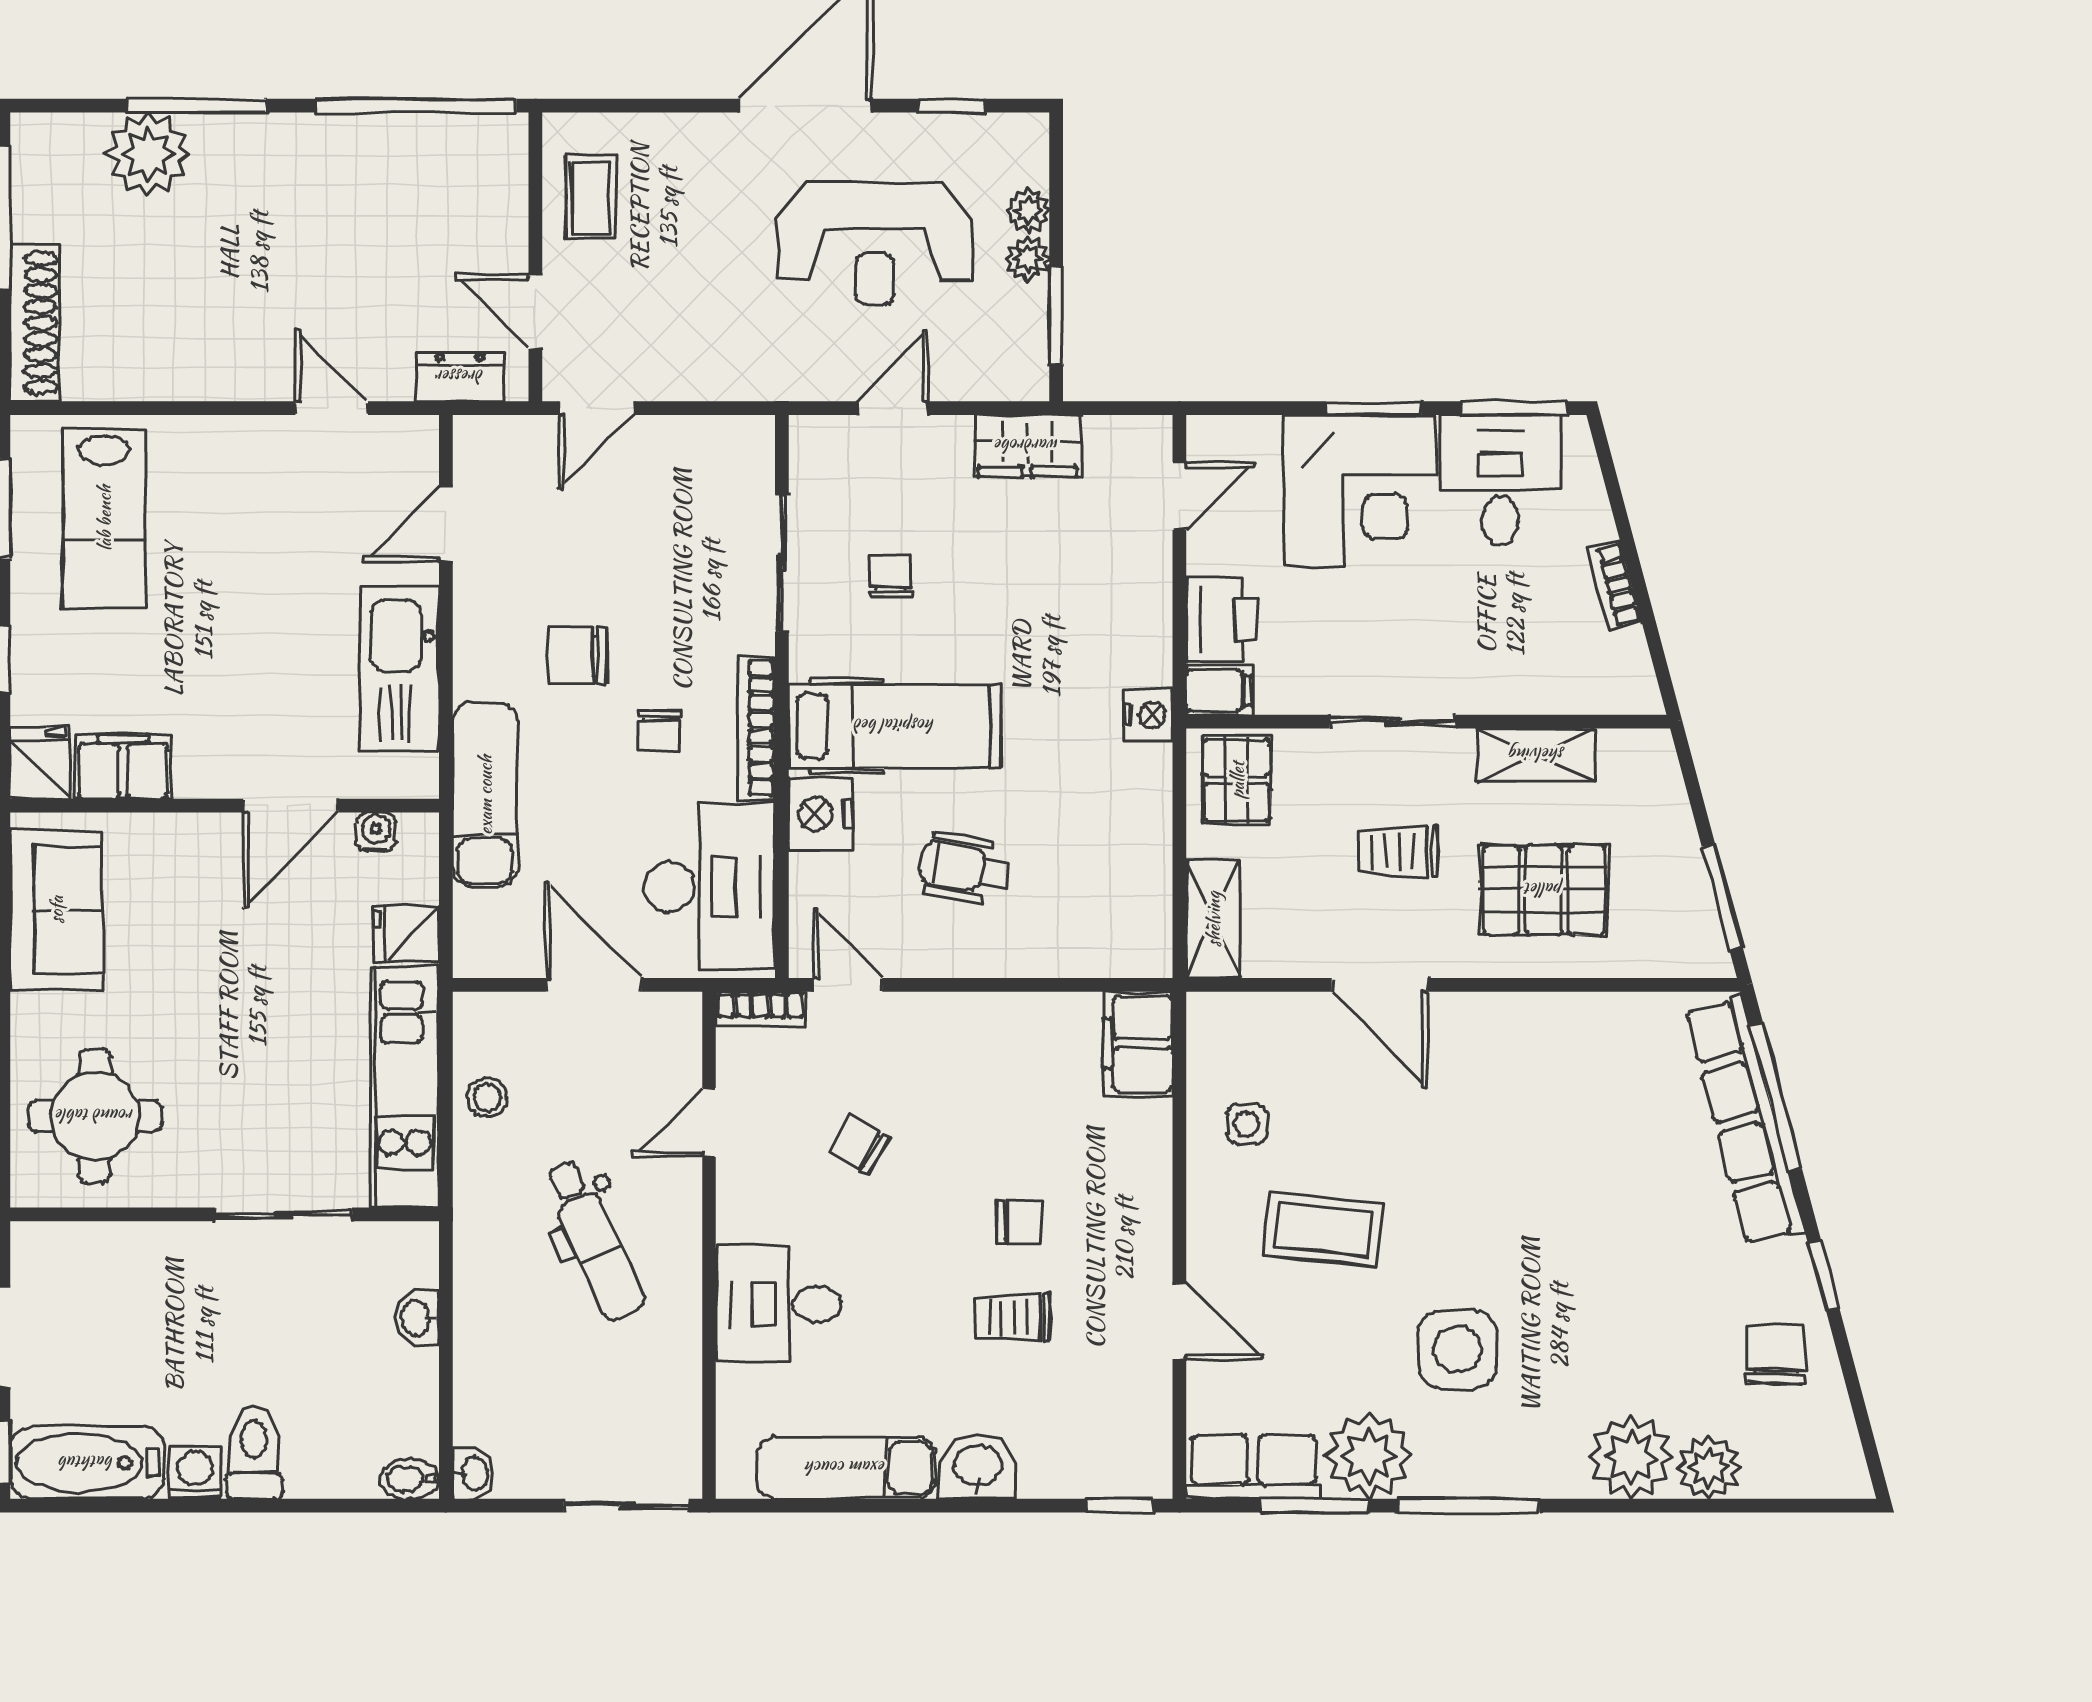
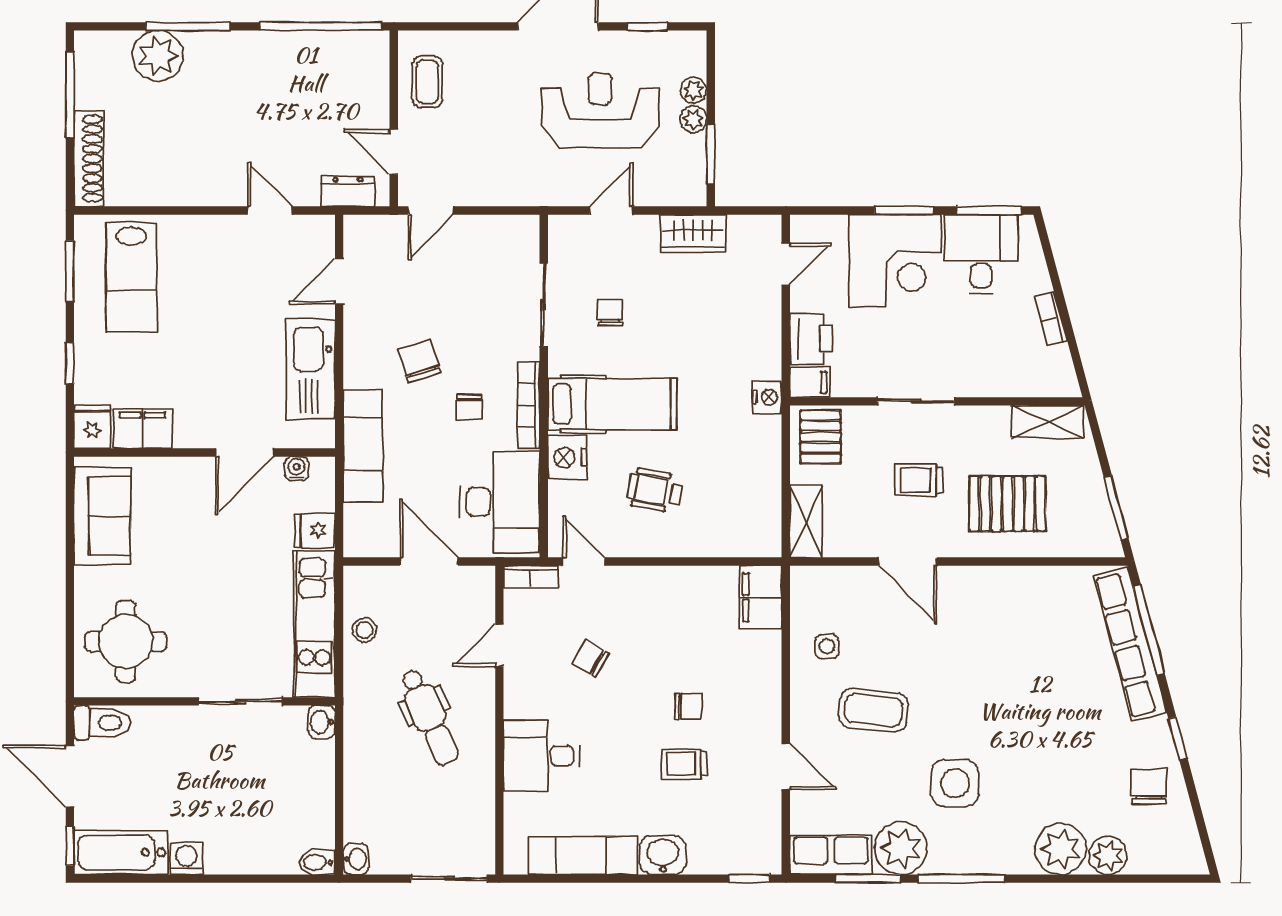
reception desk: (874, 244) -> (600, 110), turned 180
chair: (578, 656) -> (420, 361), turned 73
shelving: (1537, 755) -> (1047, 422), moved
washbasin: (417, 1318) -> (322, 722), moved
toilet: (254, 1452) -> (102, 723), moved, turned 90

